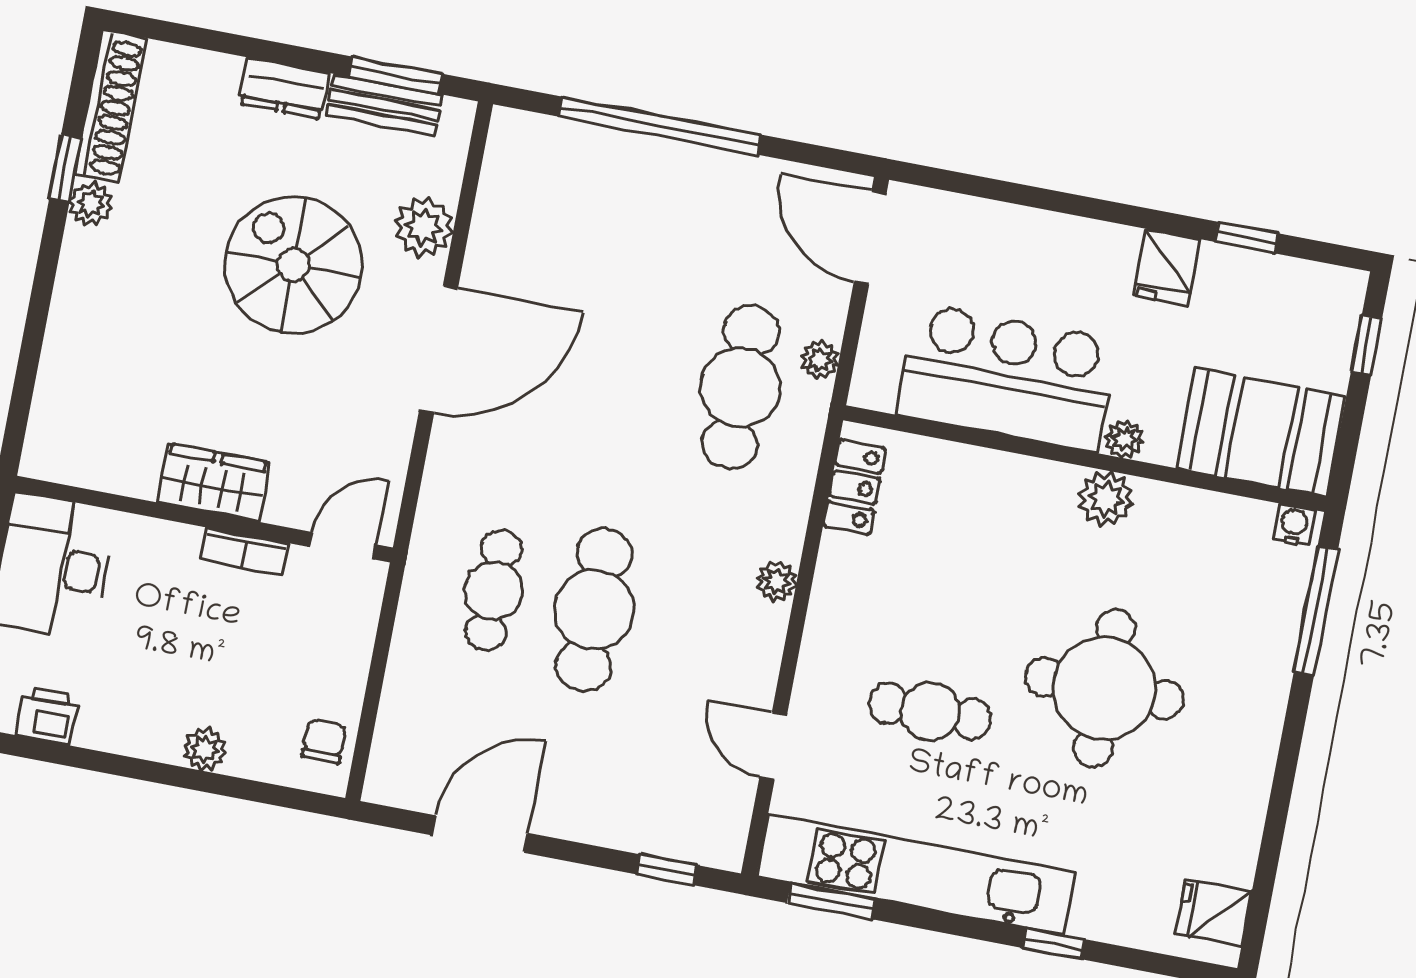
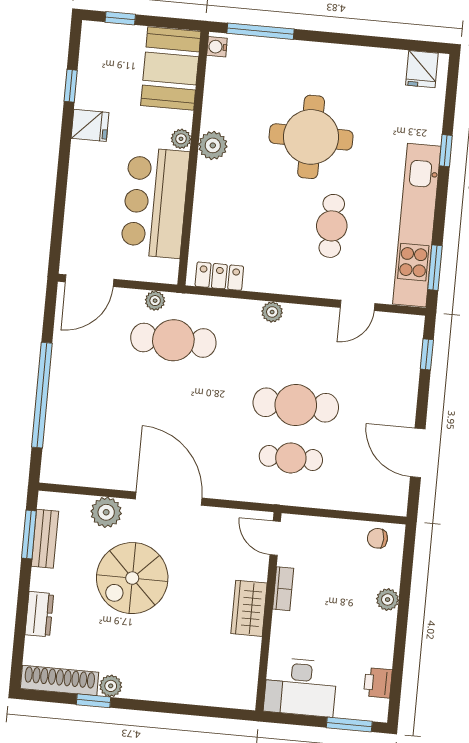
dresser: (284, 89) -> (39, 614), moved

